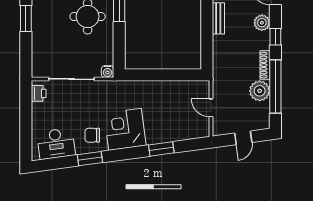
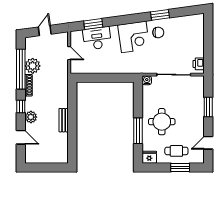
window: (26, 19) -> (208, 107), moved
desk: (56, 144) -> (97, 38), moved
window: (161, 149) -> (93, 24), moved

